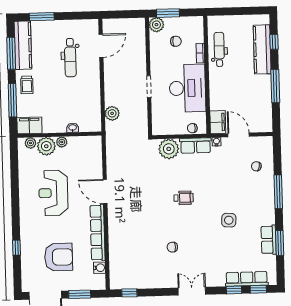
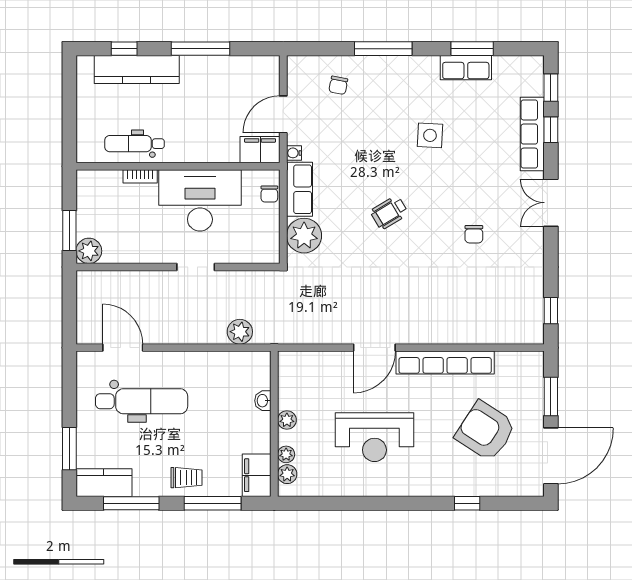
chair: (176, 41) -> (119, 218), removed
kitchen counter: (23, 45) -> (104, 483), width x0.67
dental chair: (70, 58) -> (142, 401), width x1.36, depth x1.38
plant: (46, 146) -> (286, 454), width x0.53, depth x0.53
wheelchair: (184, 198) -> (389, 212), turned -121
armchair: (59, 257) -> (485, 431), turned -57
water cooler: (99, 268) -> (506, 361), removed
row of seats: (247, 279) -> (532, 134), moved

